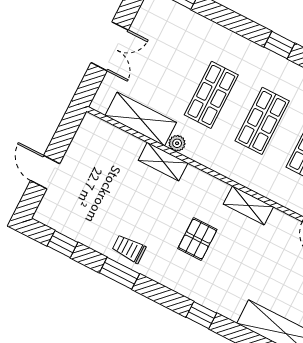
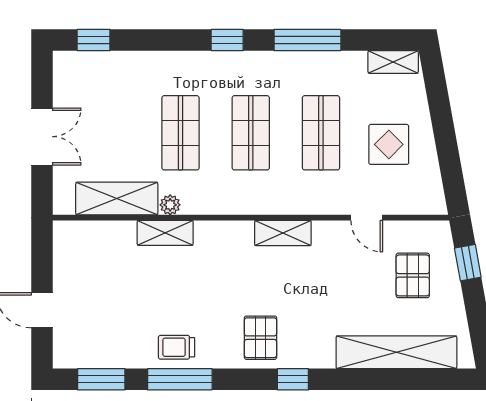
pallet: (197, 239) -> (260, 338), moved
window: (63, 244) -> (101, 379), width x1.50
window: (119, 273) -> (180, 379), width x1.44

